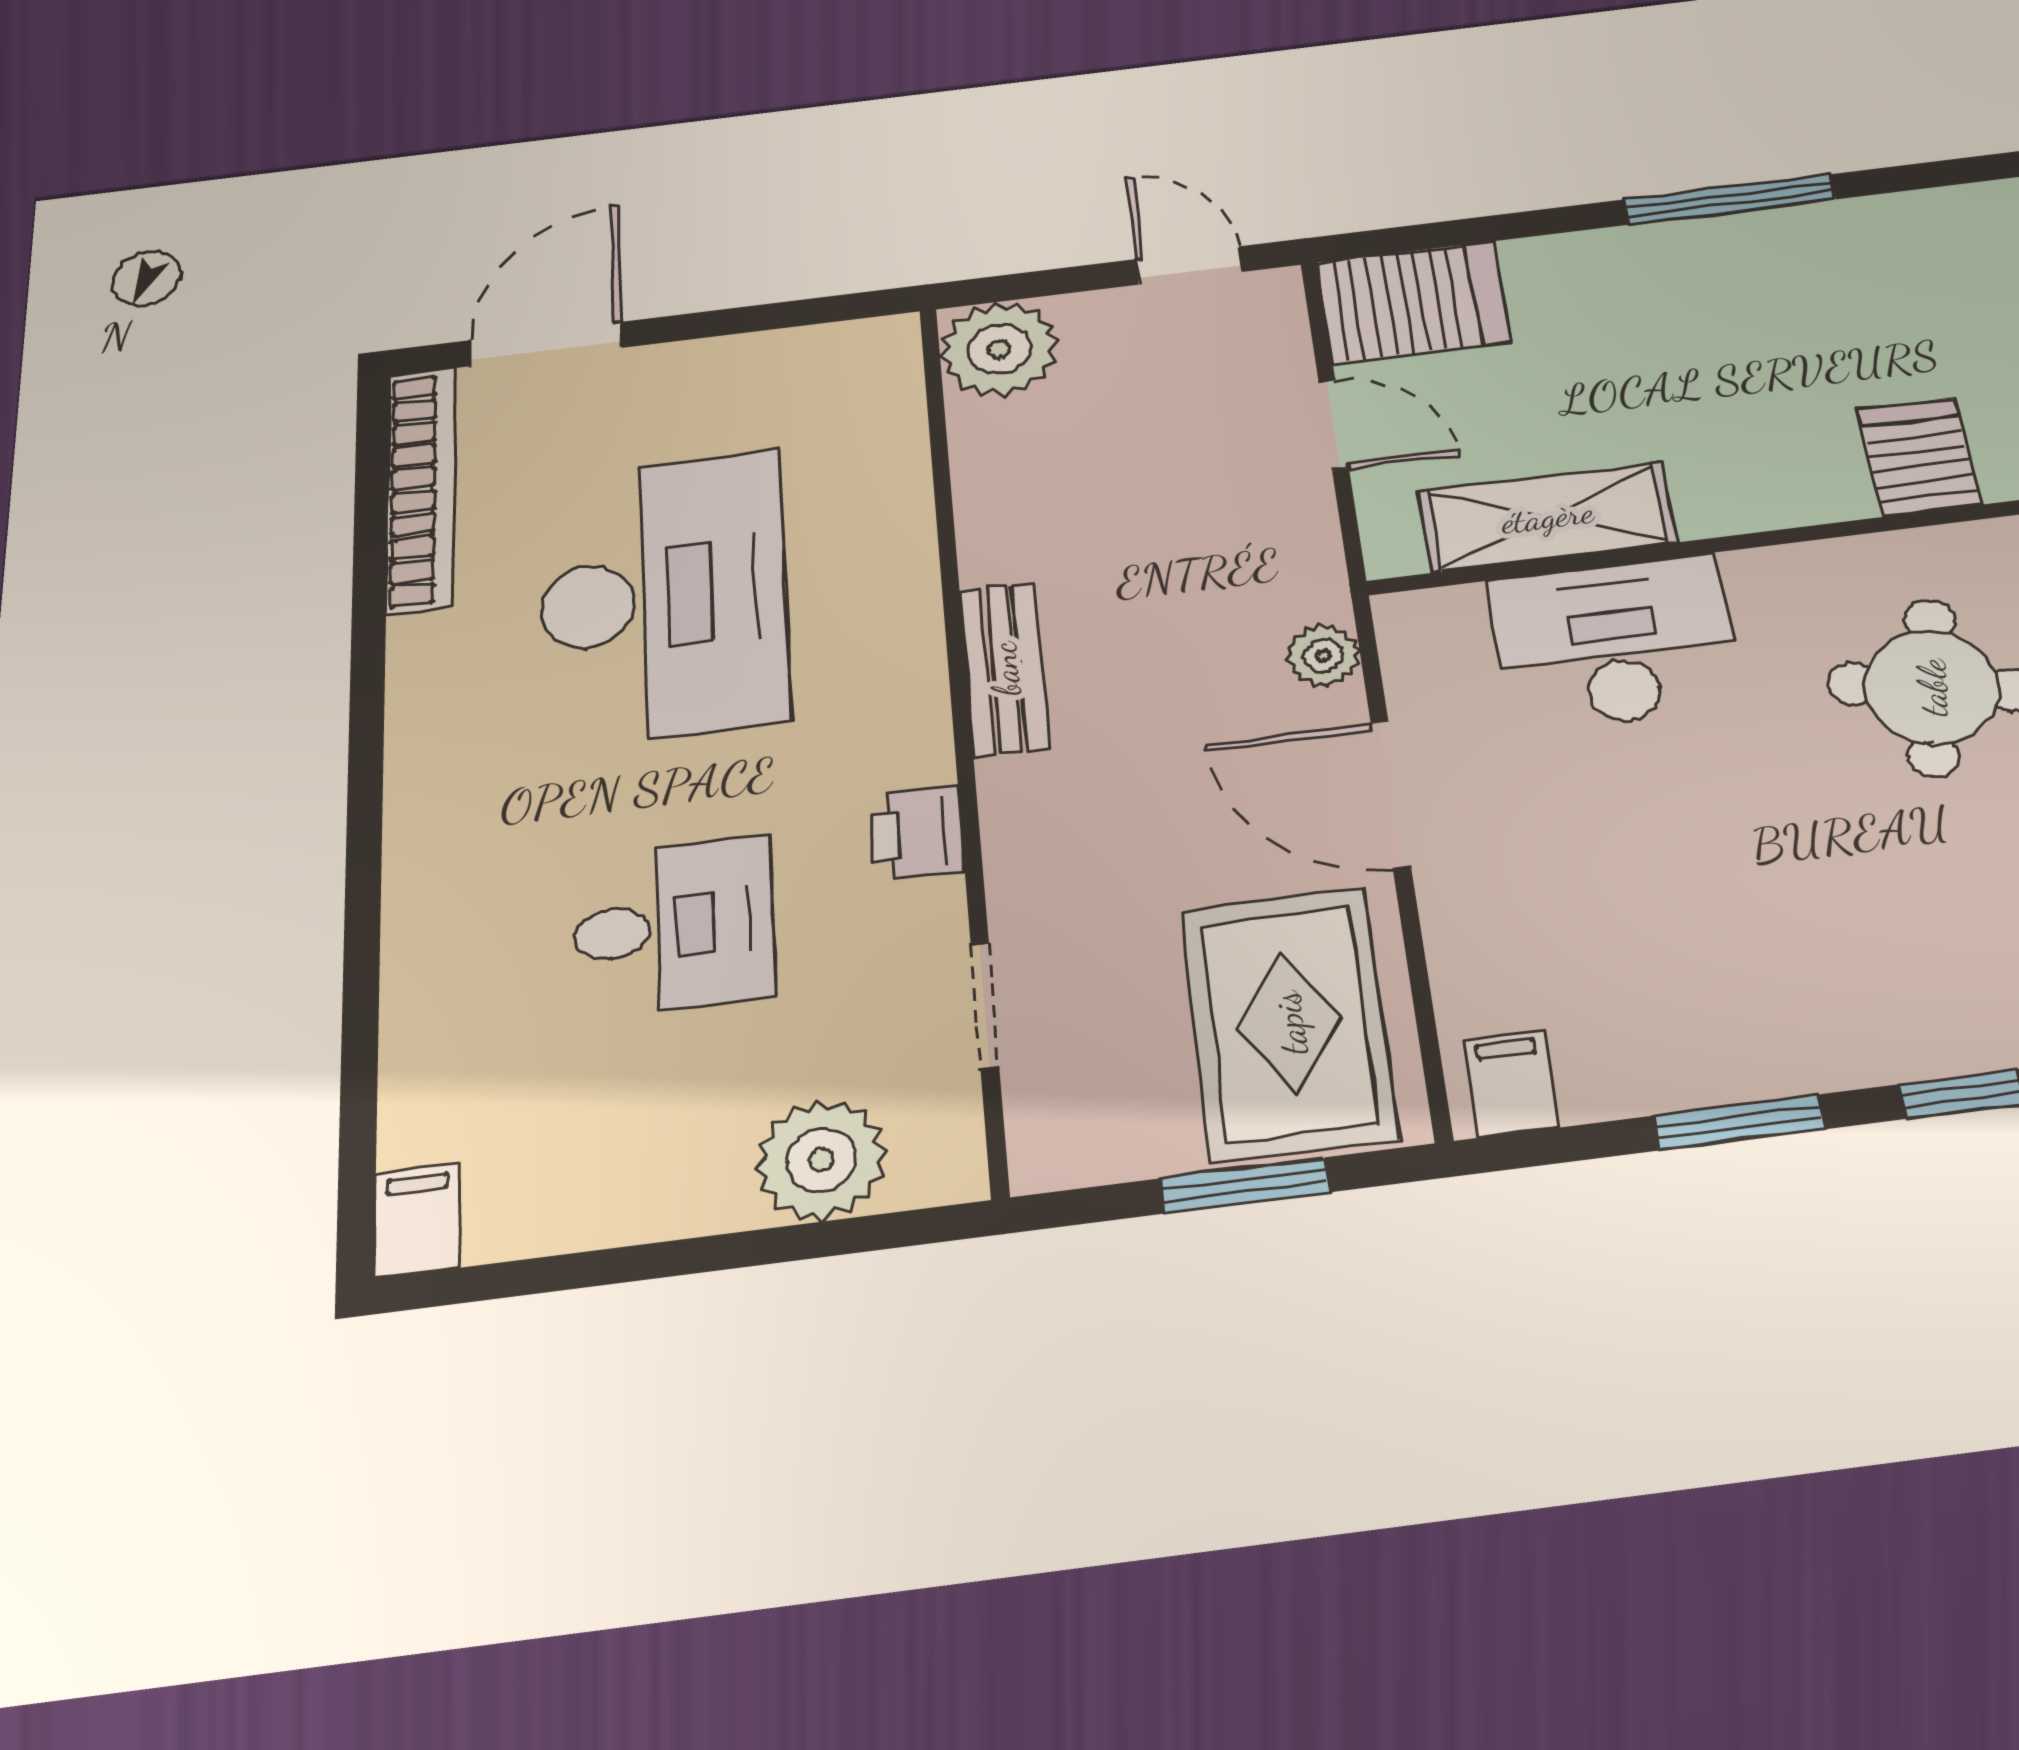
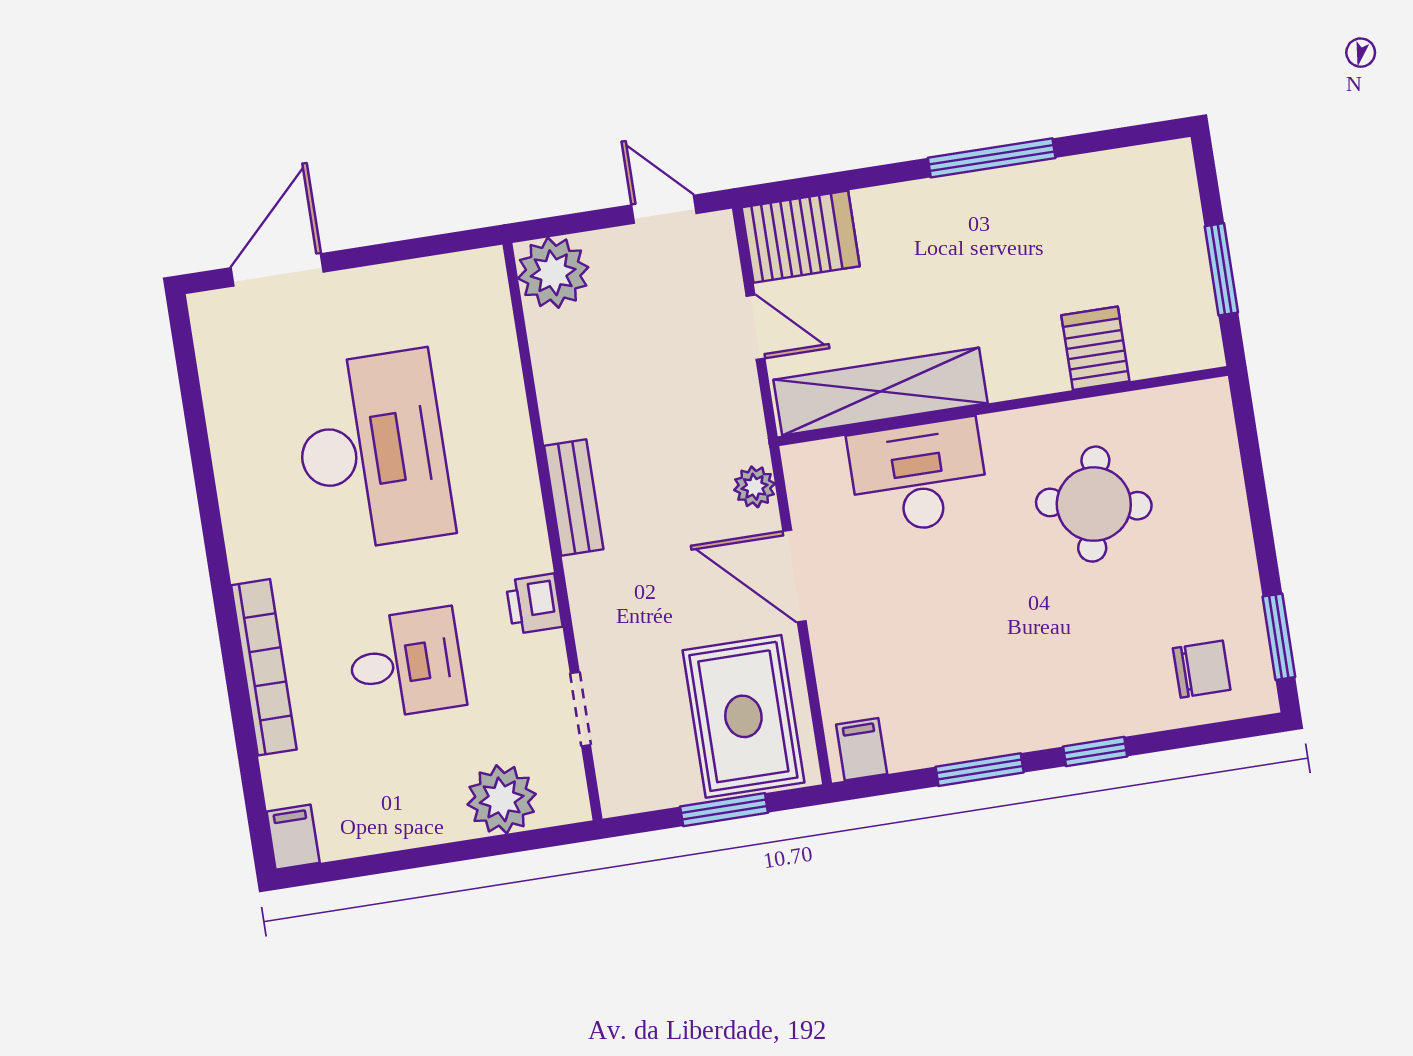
bookcase: (421, 489) -> (264, 667), moved
shelving: (1547, 517) -> (881, 392), width x1.47

